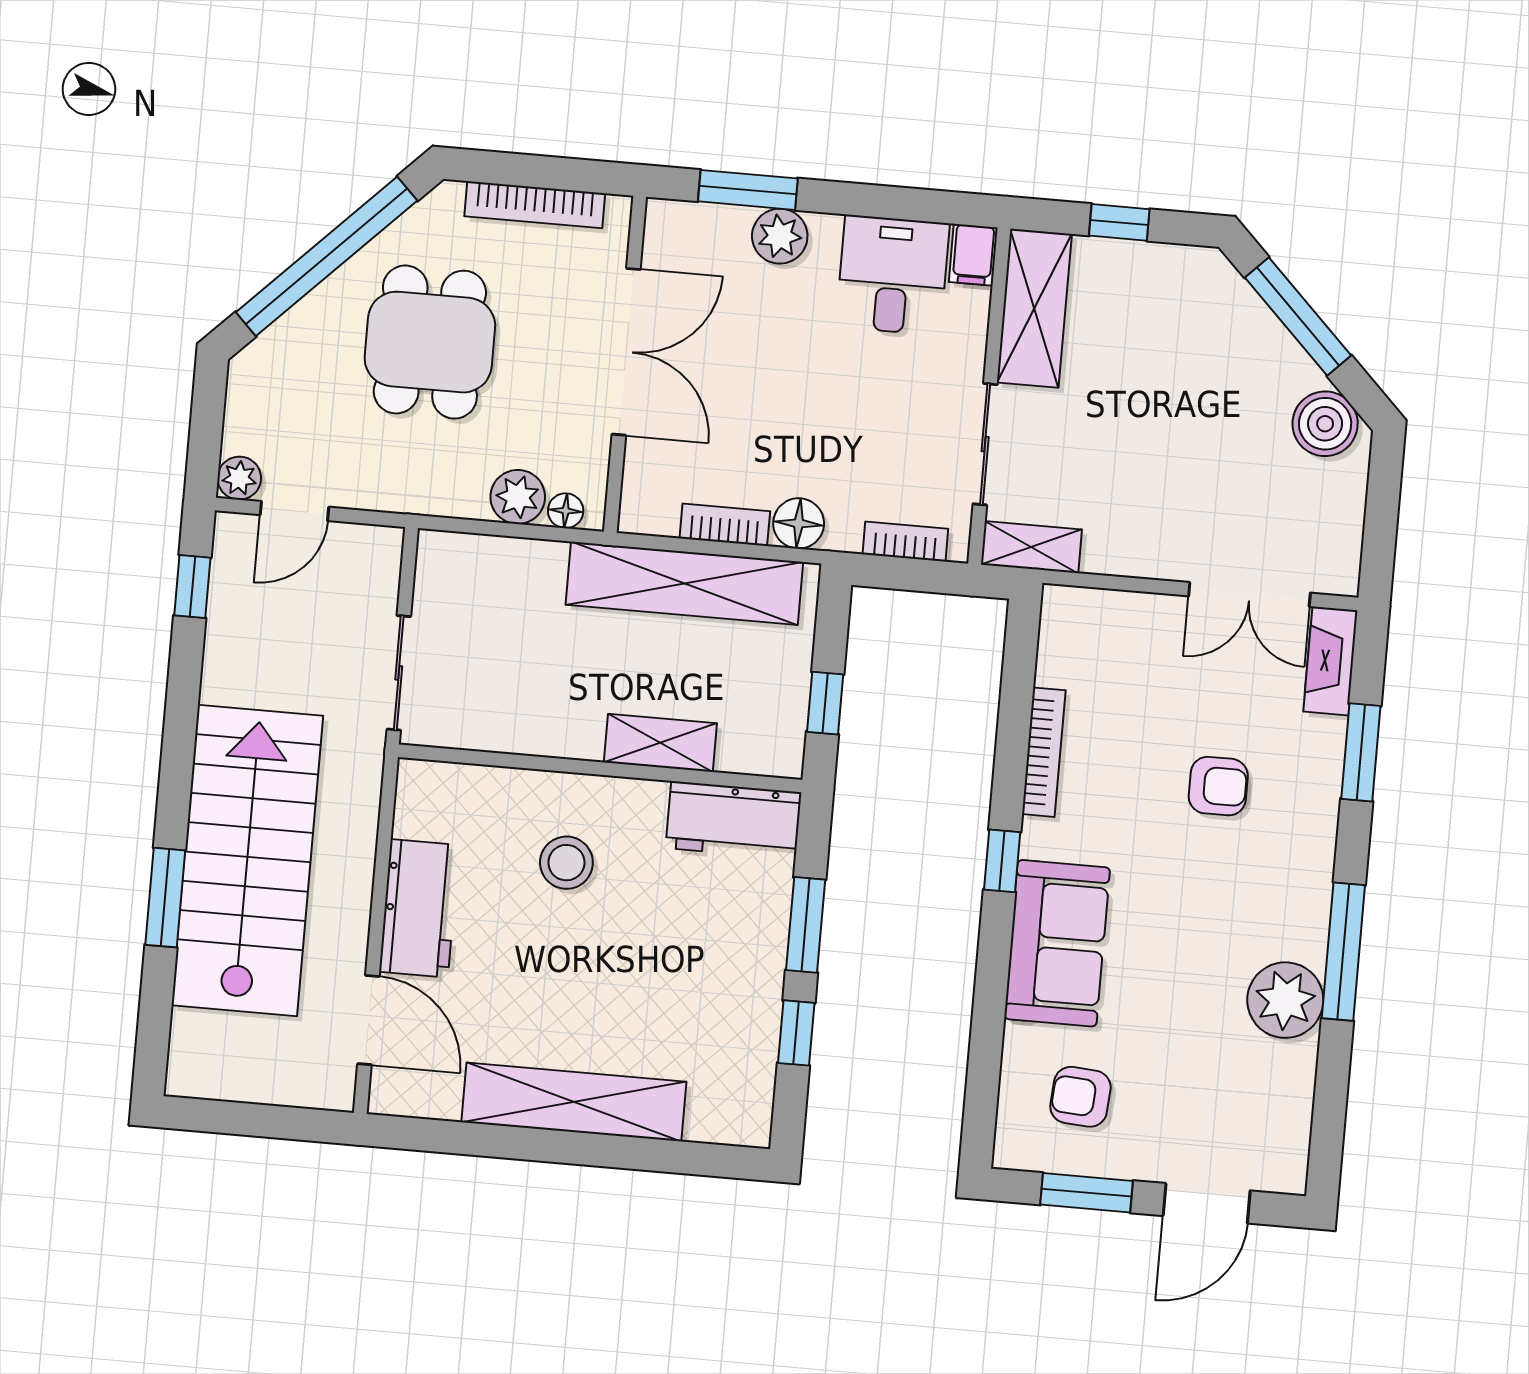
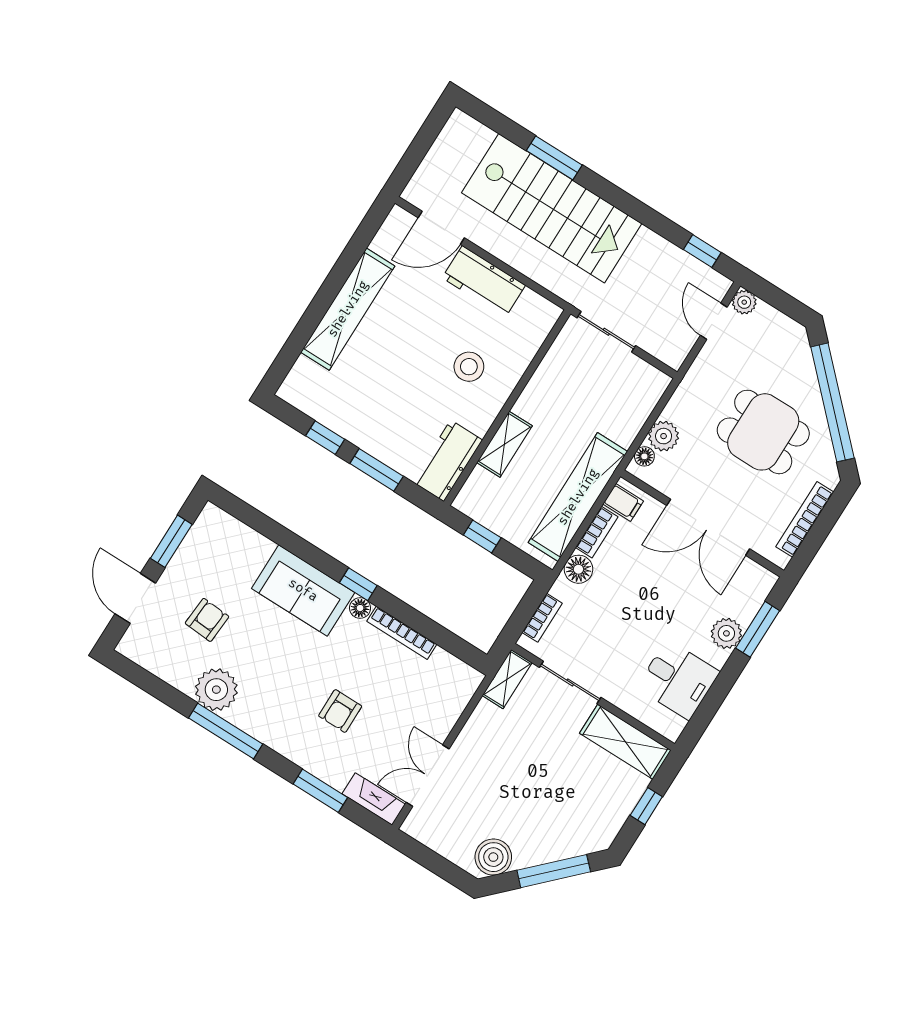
filing cabinet: (973, 255) -> (623, 502), moved, turned 180
floor lamp: (1038, 839) -> (360, 608), added
armchair: (1080, 1097) -> (207, 620), moved

